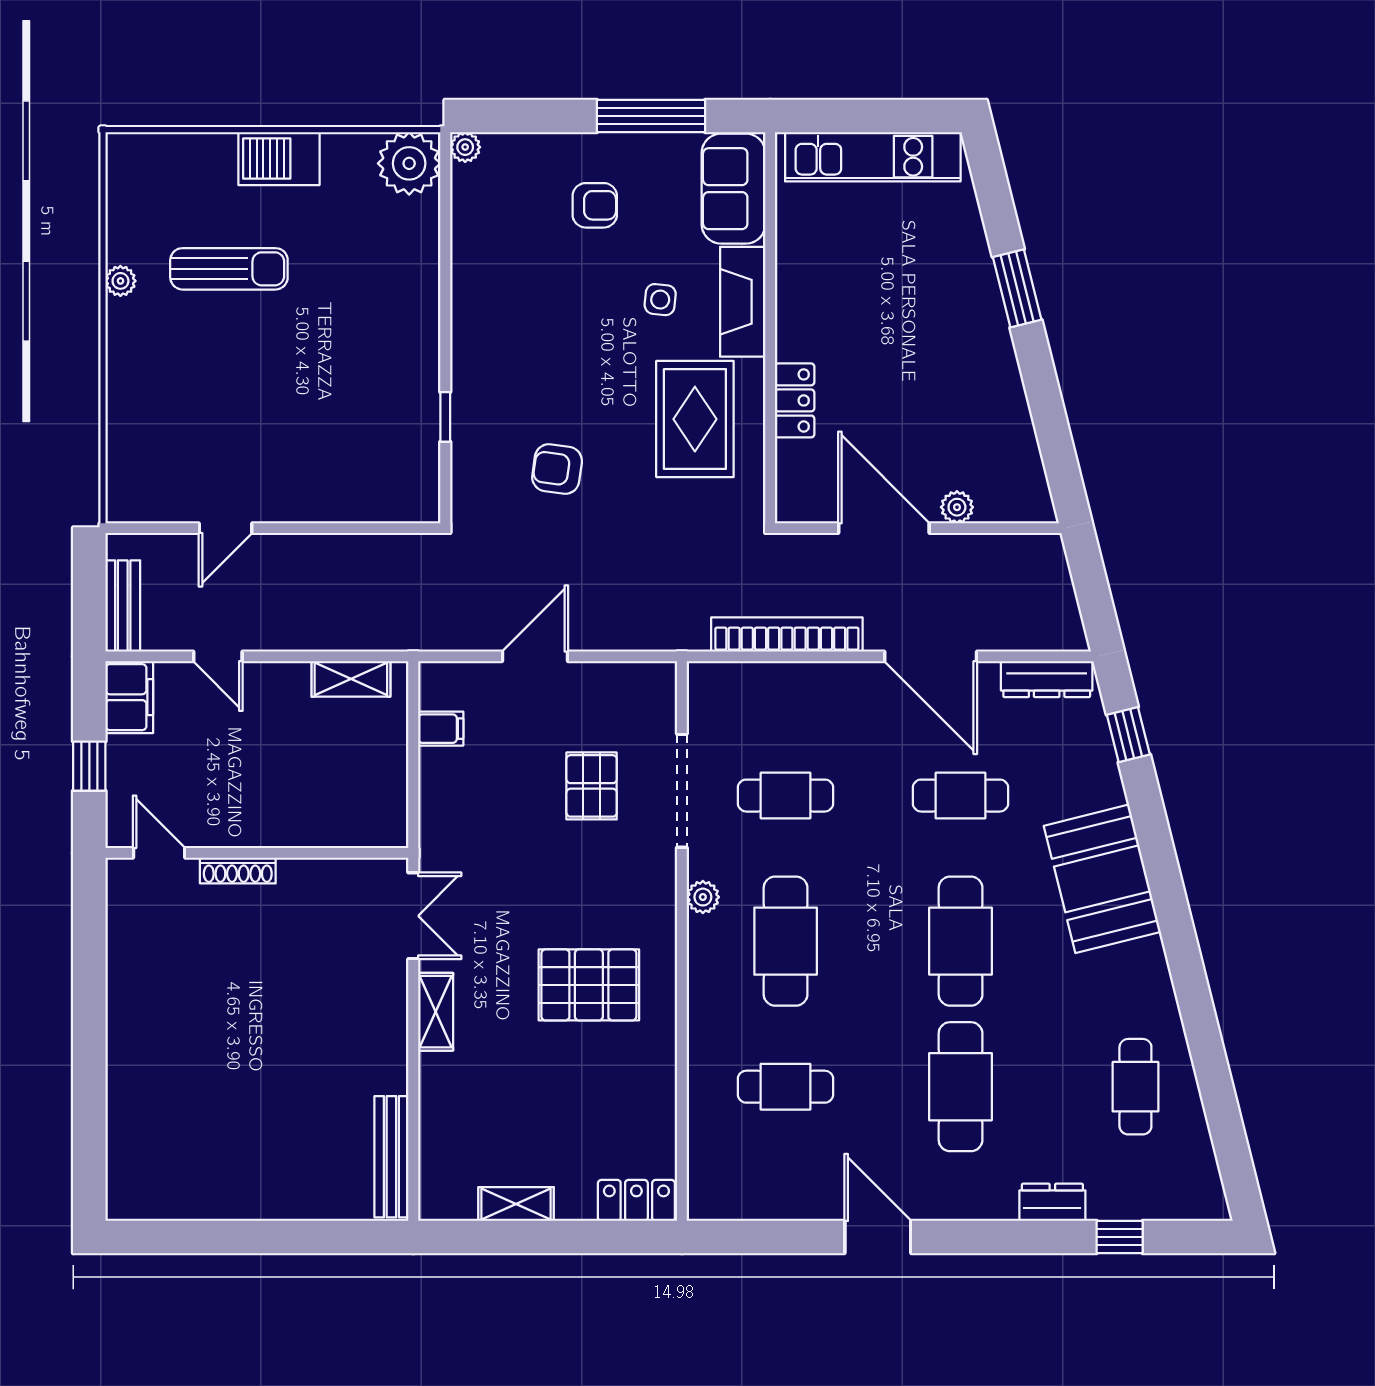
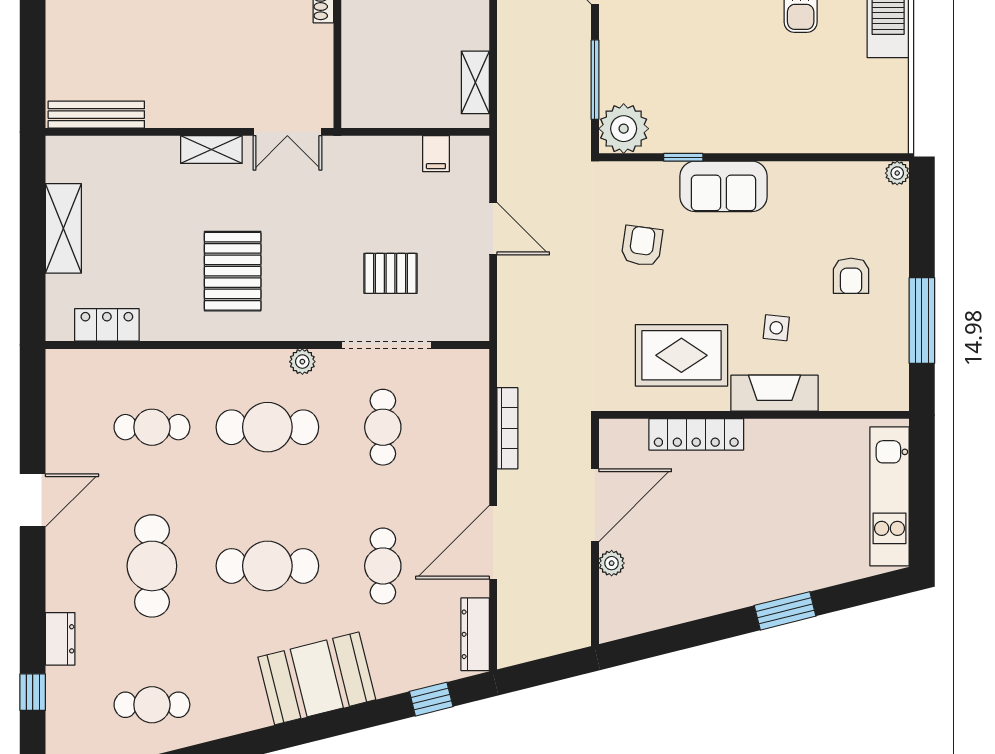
plant: (409, 163) -> (624, 129), moved
sofa: (733, 189) -> (723, 186), moved, turned 180
locker: (795, 400) -> (696, 434), width x1.53
window: (347, 528) -> (595, 80), added
bookcase: (787, 634) -> (507, 428), width x0.68, depth x0.76
cafe table: (786, 1087) -> (152, 427), turned 90
cafe table: (961, 1087) -> (152, 566), turned 90
locker: (636, 1200) -> (107, 325), moved, turned -90
shelving: (516, 1204) -> (63, 228), width x1.50, depth x1.33

